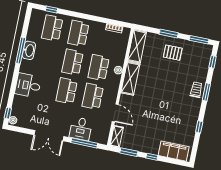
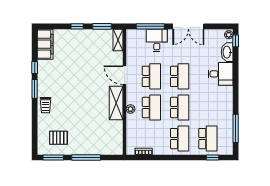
window: (169, 34) -> (86, 158), width x1.44
shelving: (137, 46) -> (116, 138), removed
window: (21, 50) -> (236, 128), moved
washbasin: (29, 50) -> (227, 52), moved
pallet: (173, 53) -> (58, 138), moved
window: (213, 62) -> (35, 138), removed
window: (206, 92) -> (35, 89), moved
door: (115, 113) -> (125, 75), moved
double door: (49, 136) -> (188, 26), swing flipped
filing cabinet: (174, 151) -> (45, 44), moved, turned -90

